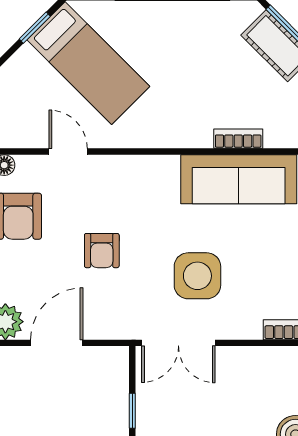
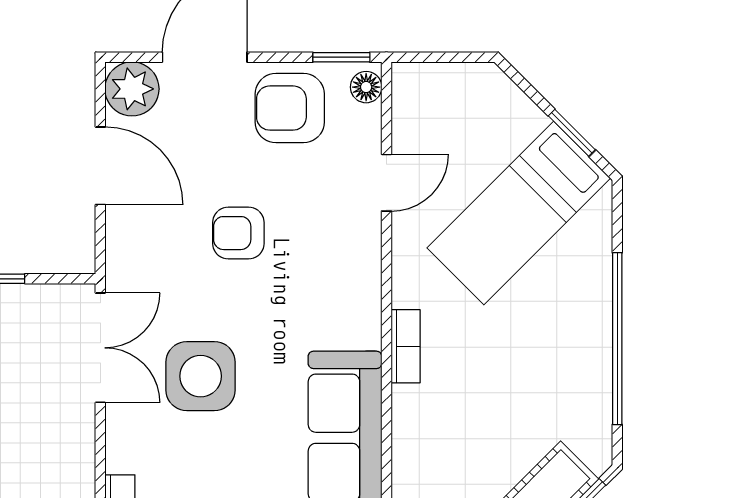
bookcase: (238, 139) -> (406, 346), moved
double door: (178, 343) -> (100, 348), swing flipped

